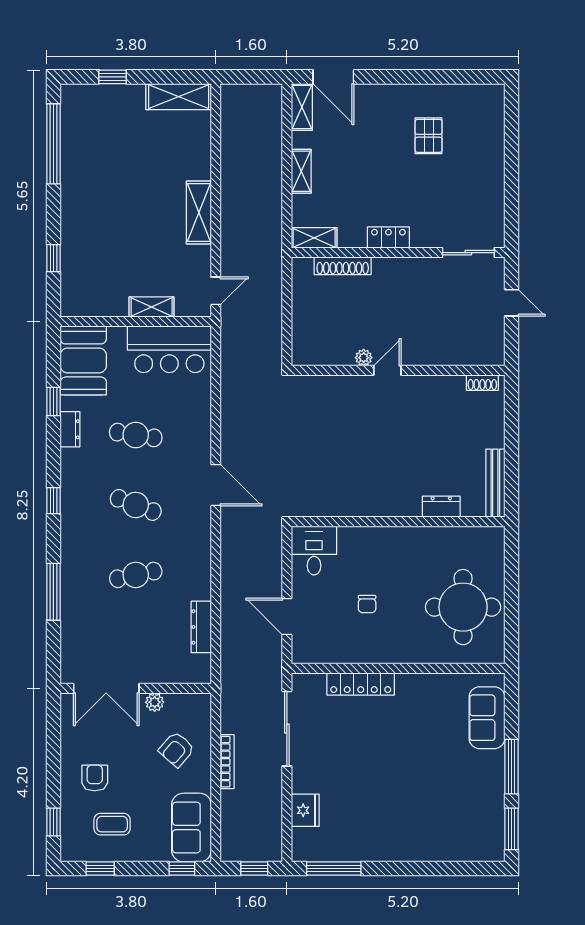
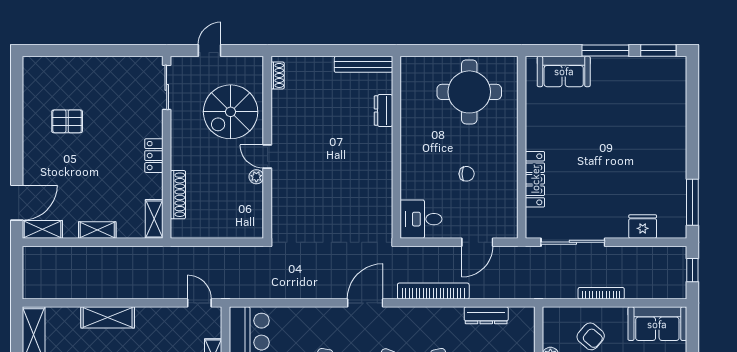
shelving: (199, 212) -> (108, 317), moved
spiral stairs: (440, 327) -> (231, 112), added
bookcase: (230, 565) -> (433, 291), added
window: (182, 869) -> (692, 332), removed

